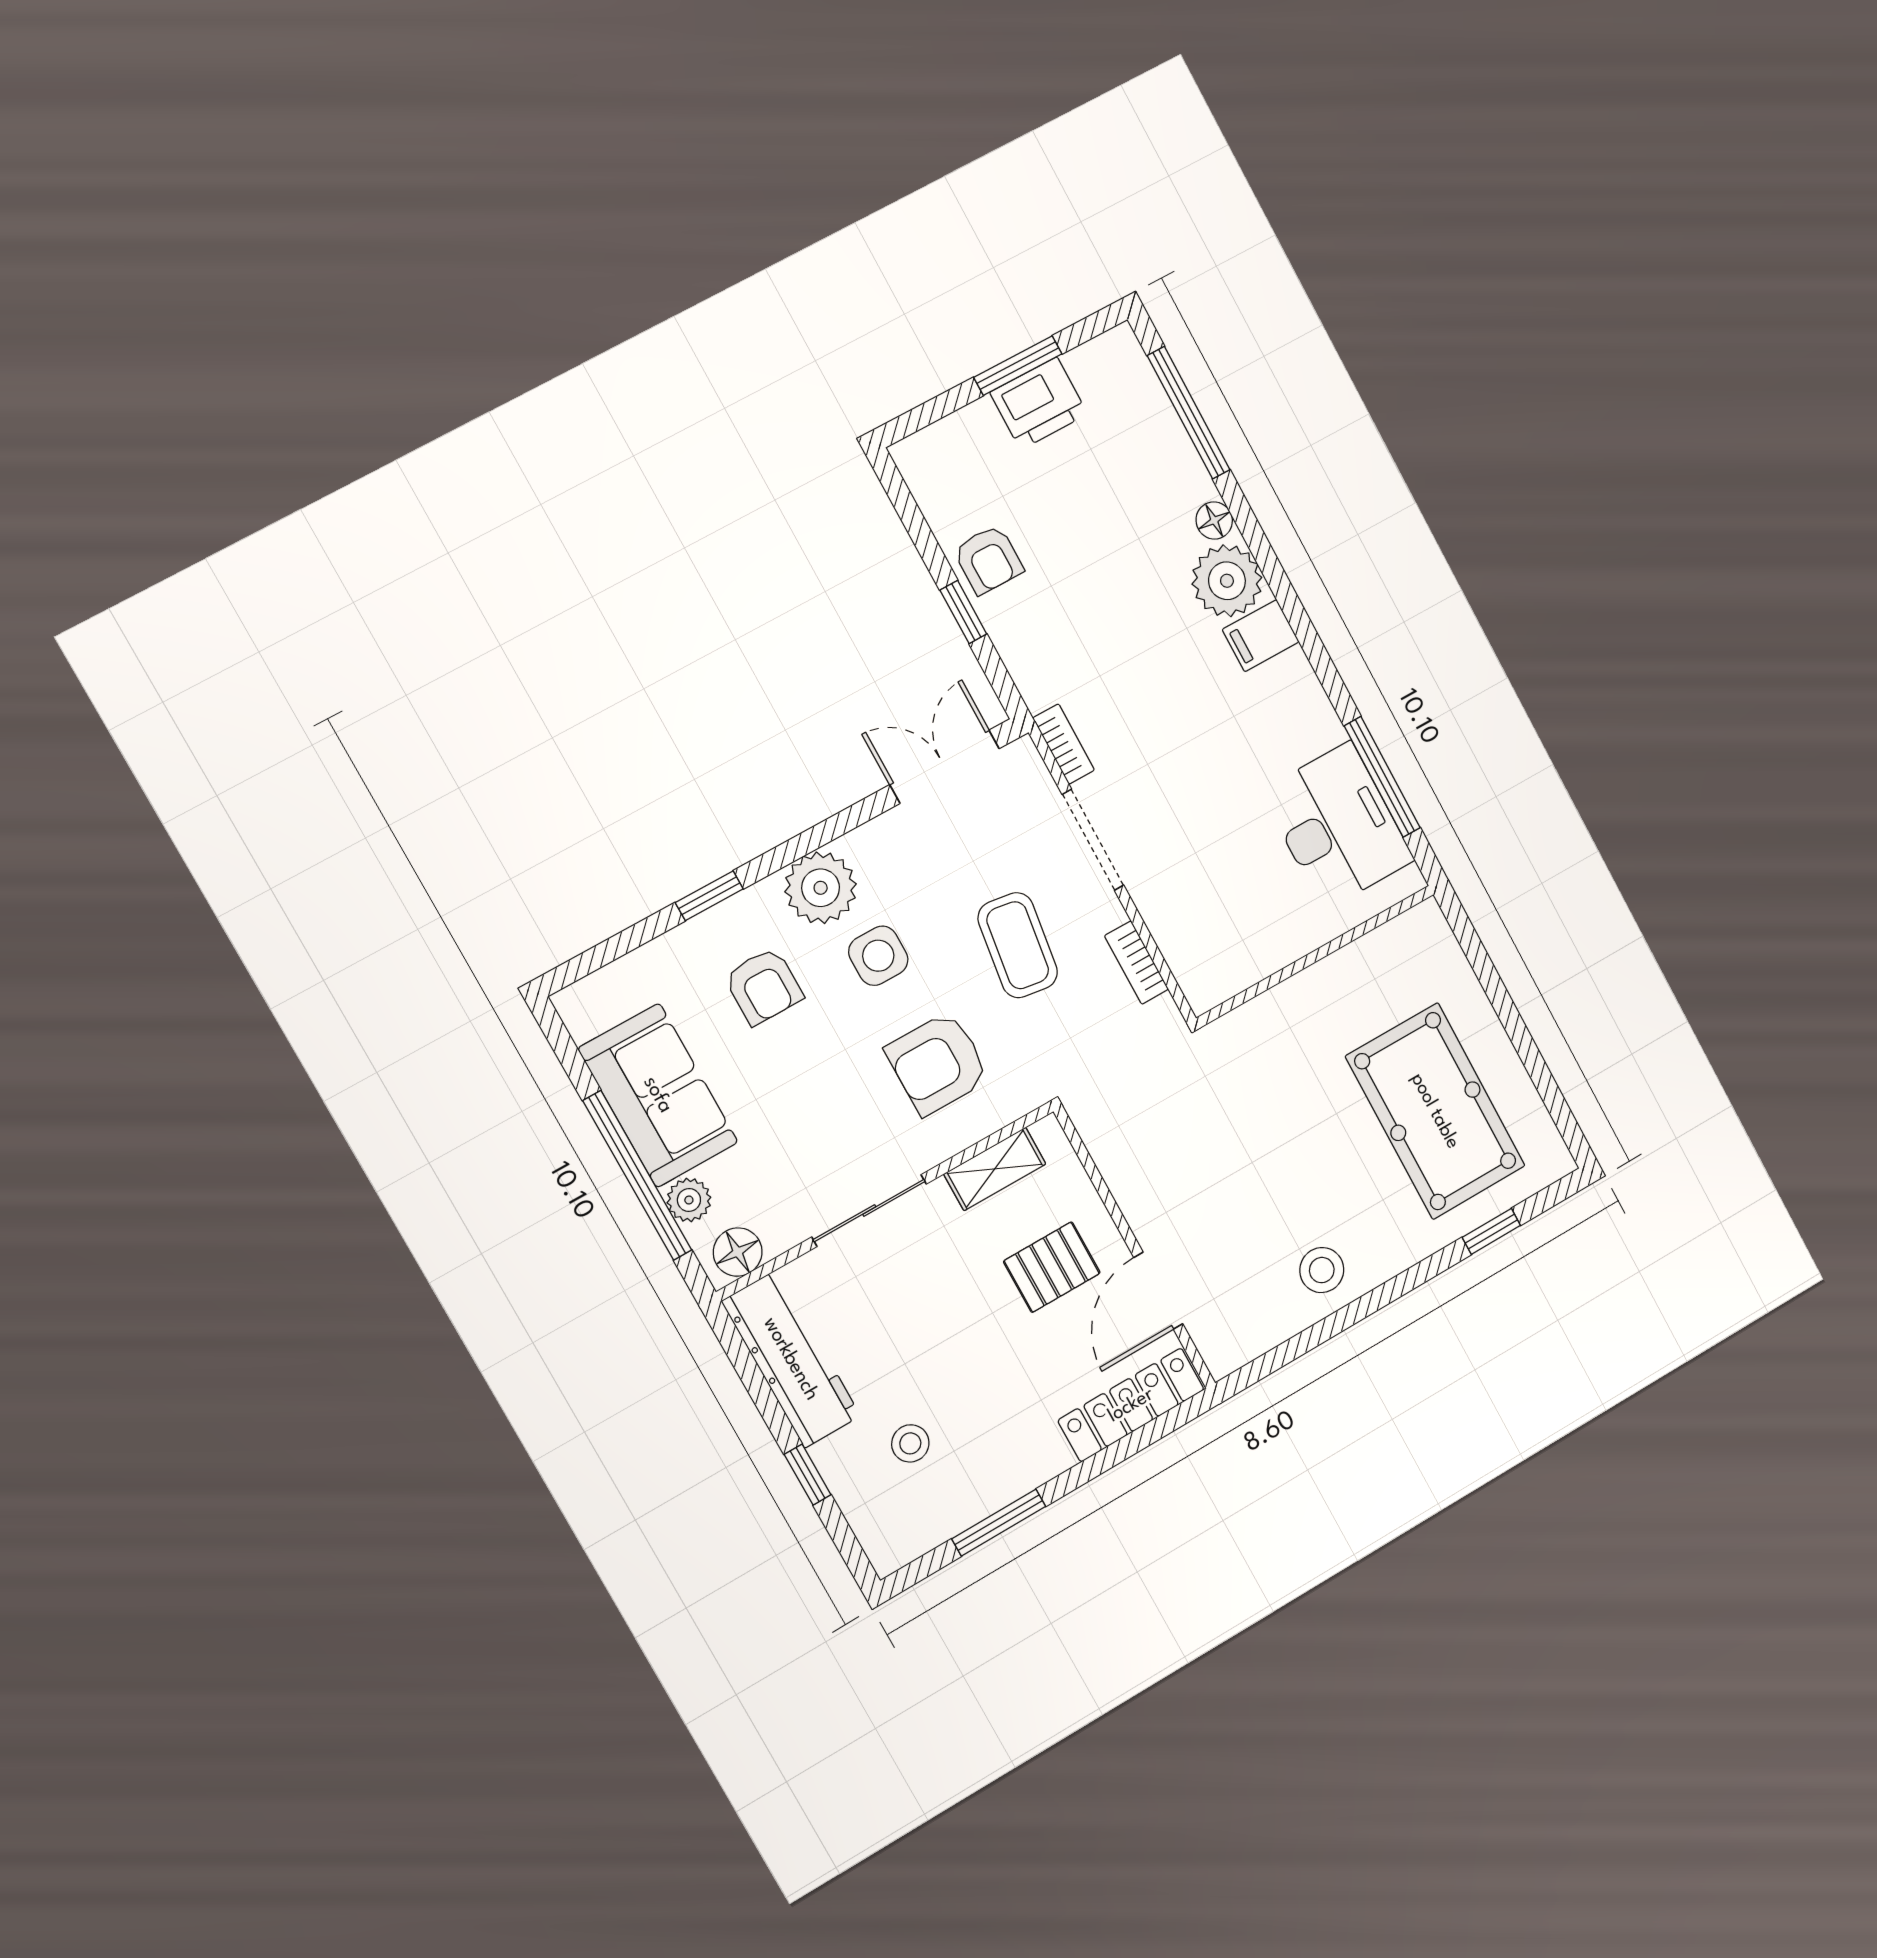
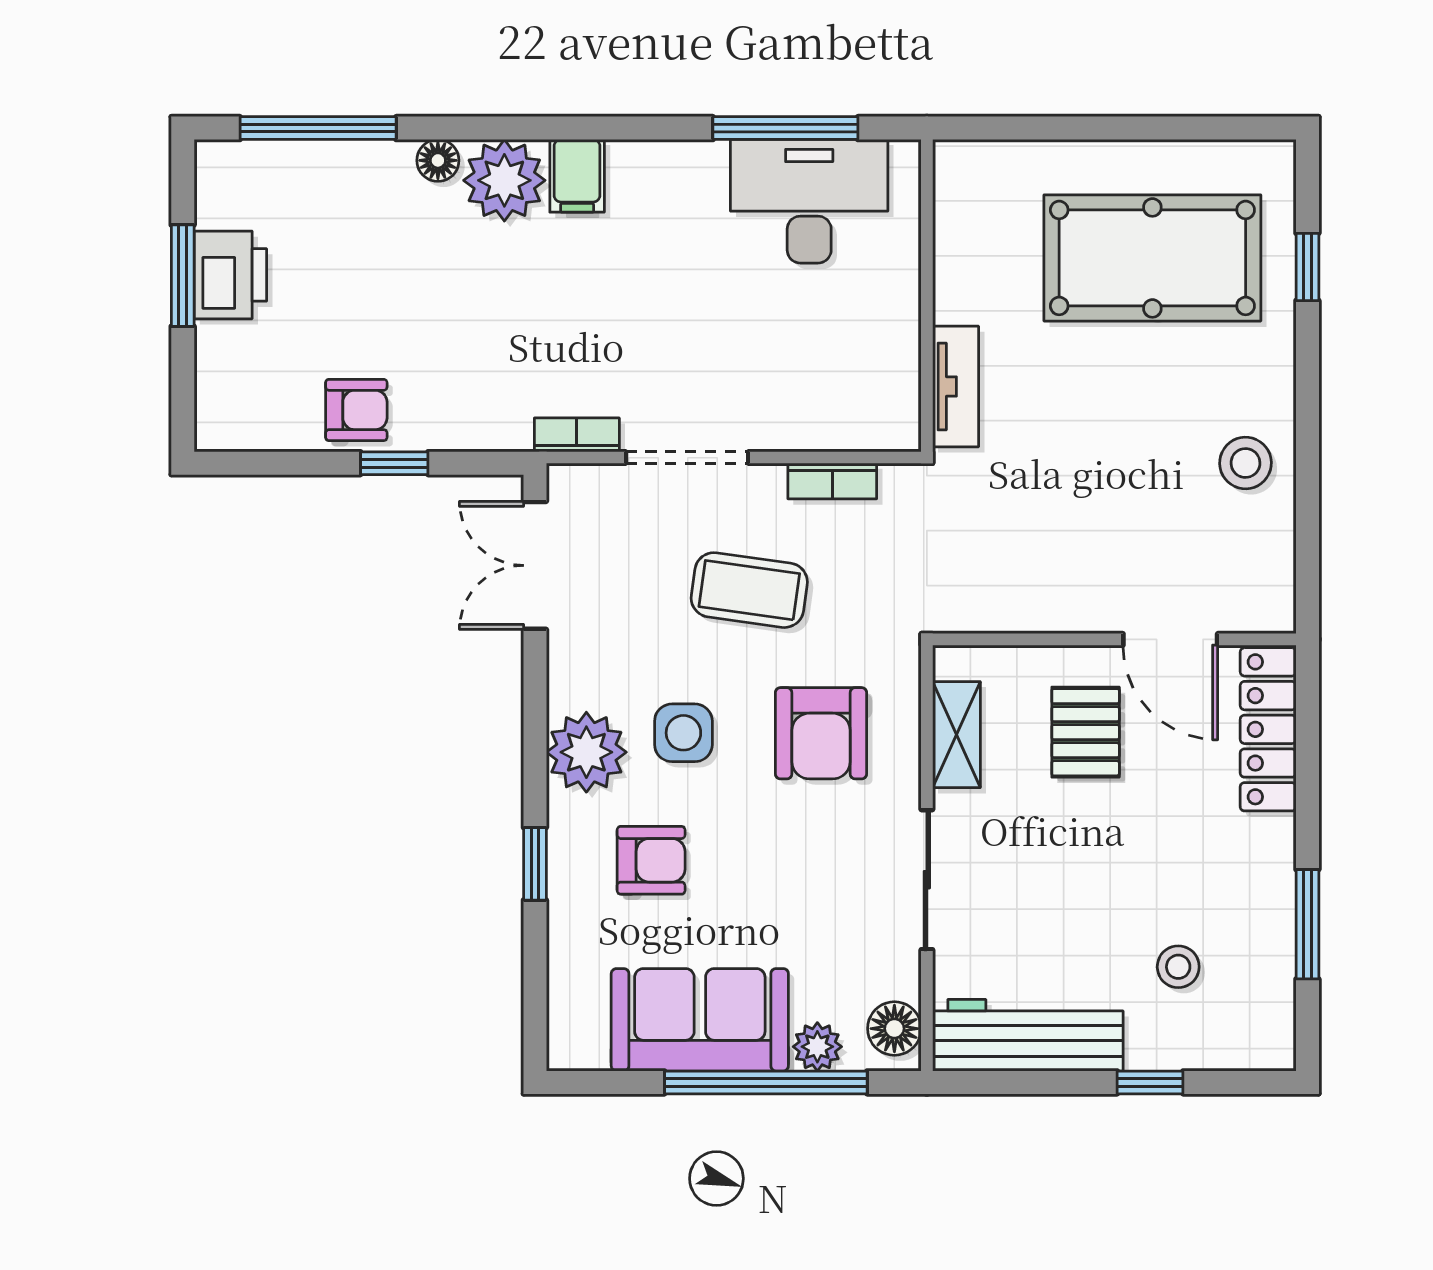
tv unit: (1259, 1017) -> (956, 386), added

